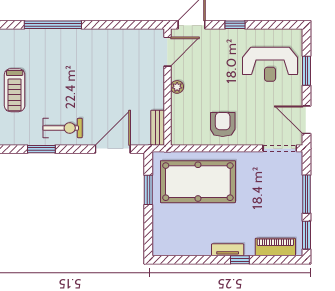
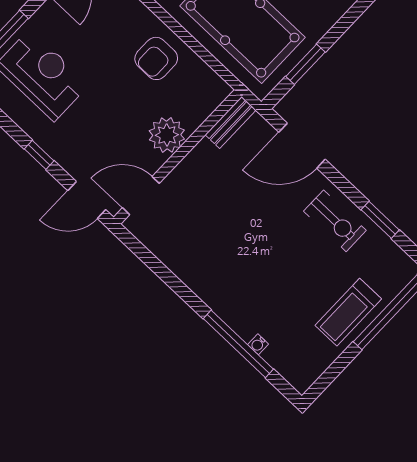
water cooler: (43, 34) -> (258, 344), added
plant: (177, 87) -> (167, 135), width x1.88, depth x1.88
treadmill: (15, 90) -> (348, 312), turned 180
exercise bike: (63, 128) -> (335, 221), turned 180

